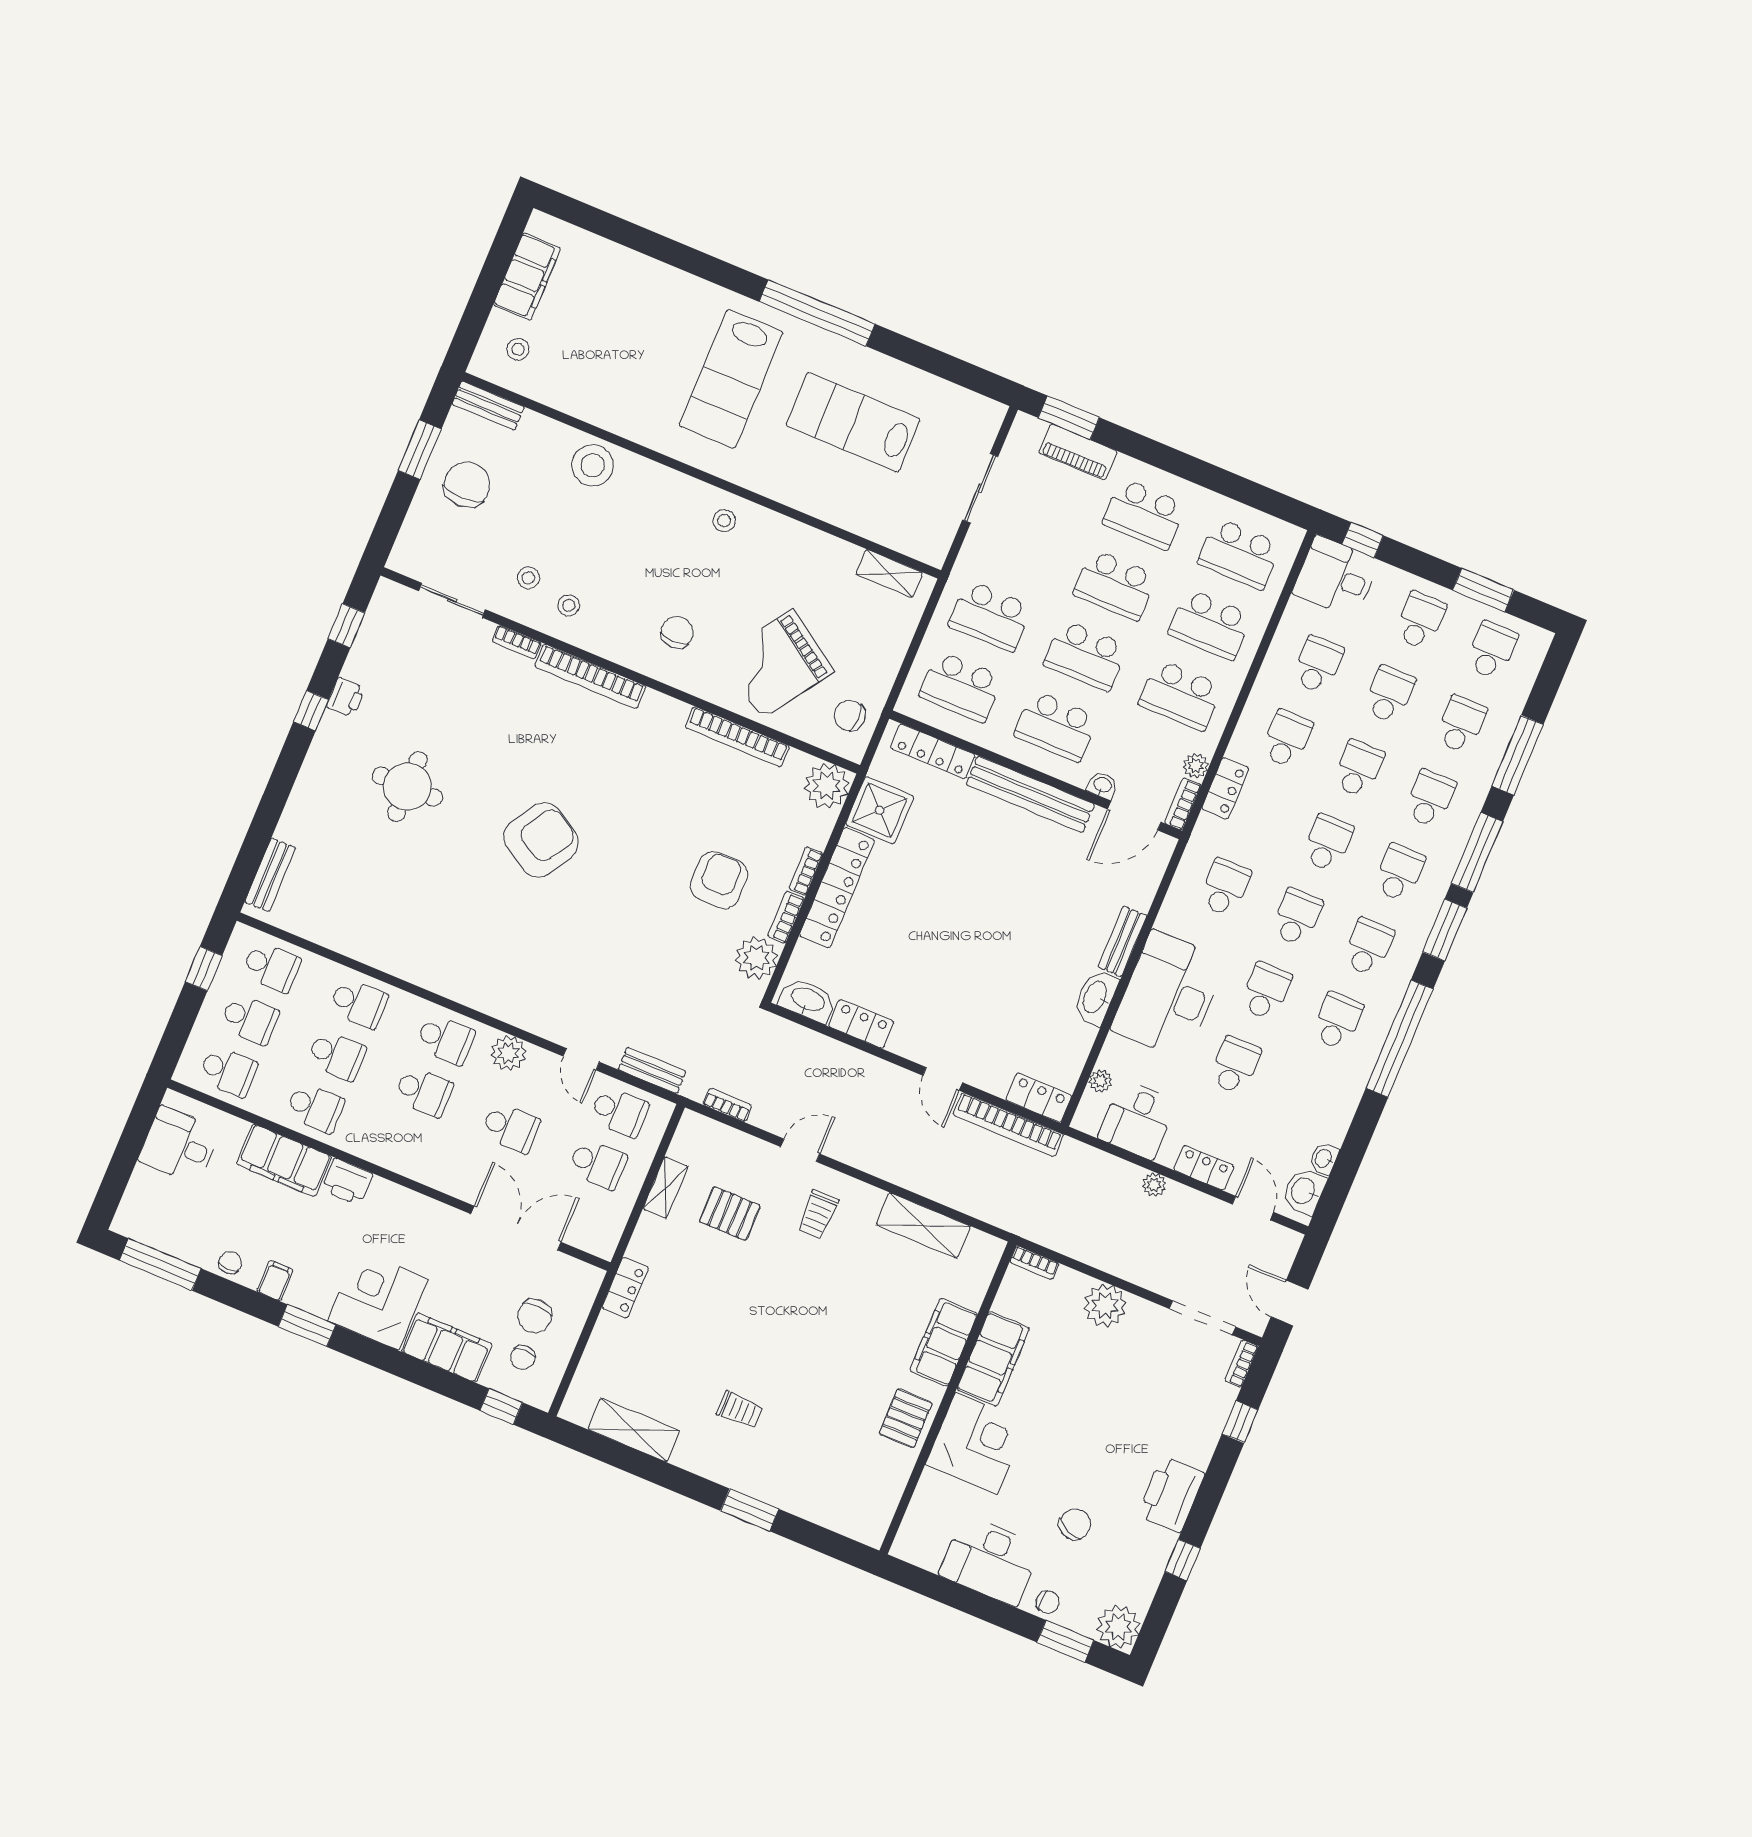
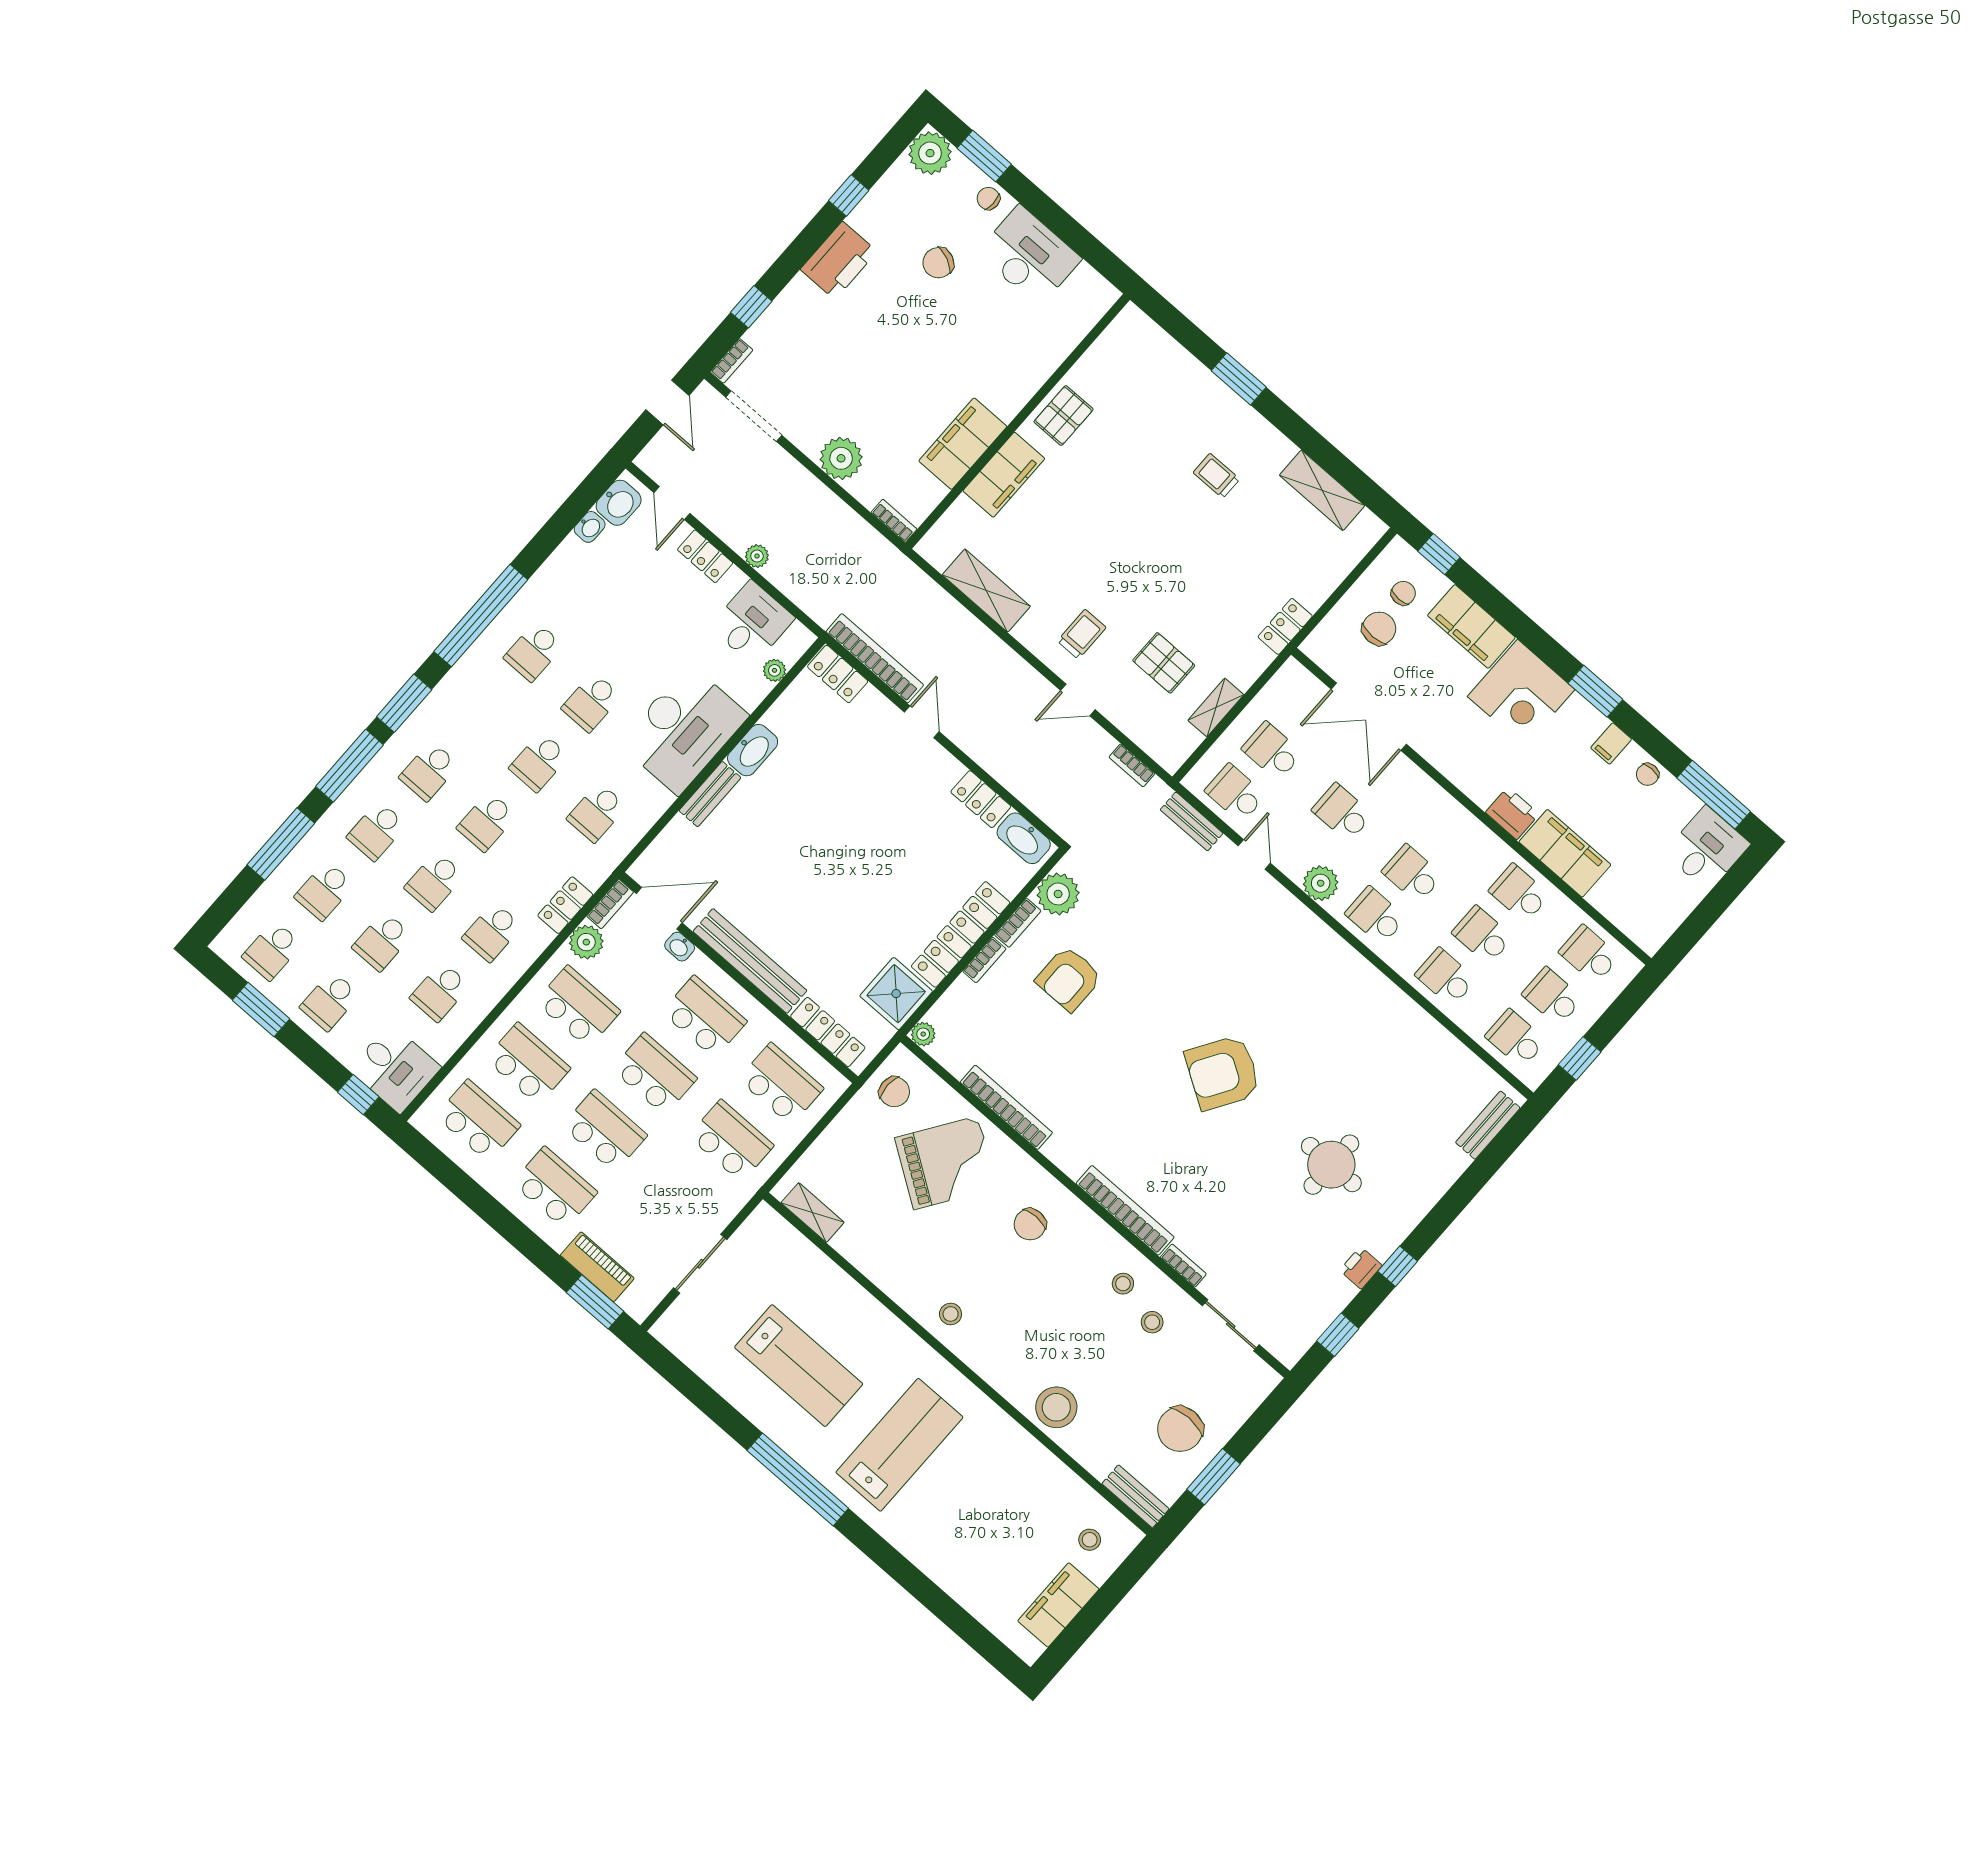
plant: (1196, 766) -> (586, 942), width x1.38, depth x1.38
plant: (827, 786) -> (923, 1034), width x0.53, depth x0.53
school desk: (1368, 947) -> (481, 711), removed
school desk: (1235, 1065) -> (644, 642), removed
desk: (179, 1145) -> (1707, 848), moved, turned -90
corner desk: (976, 1443) -> (1005, 370), removed

